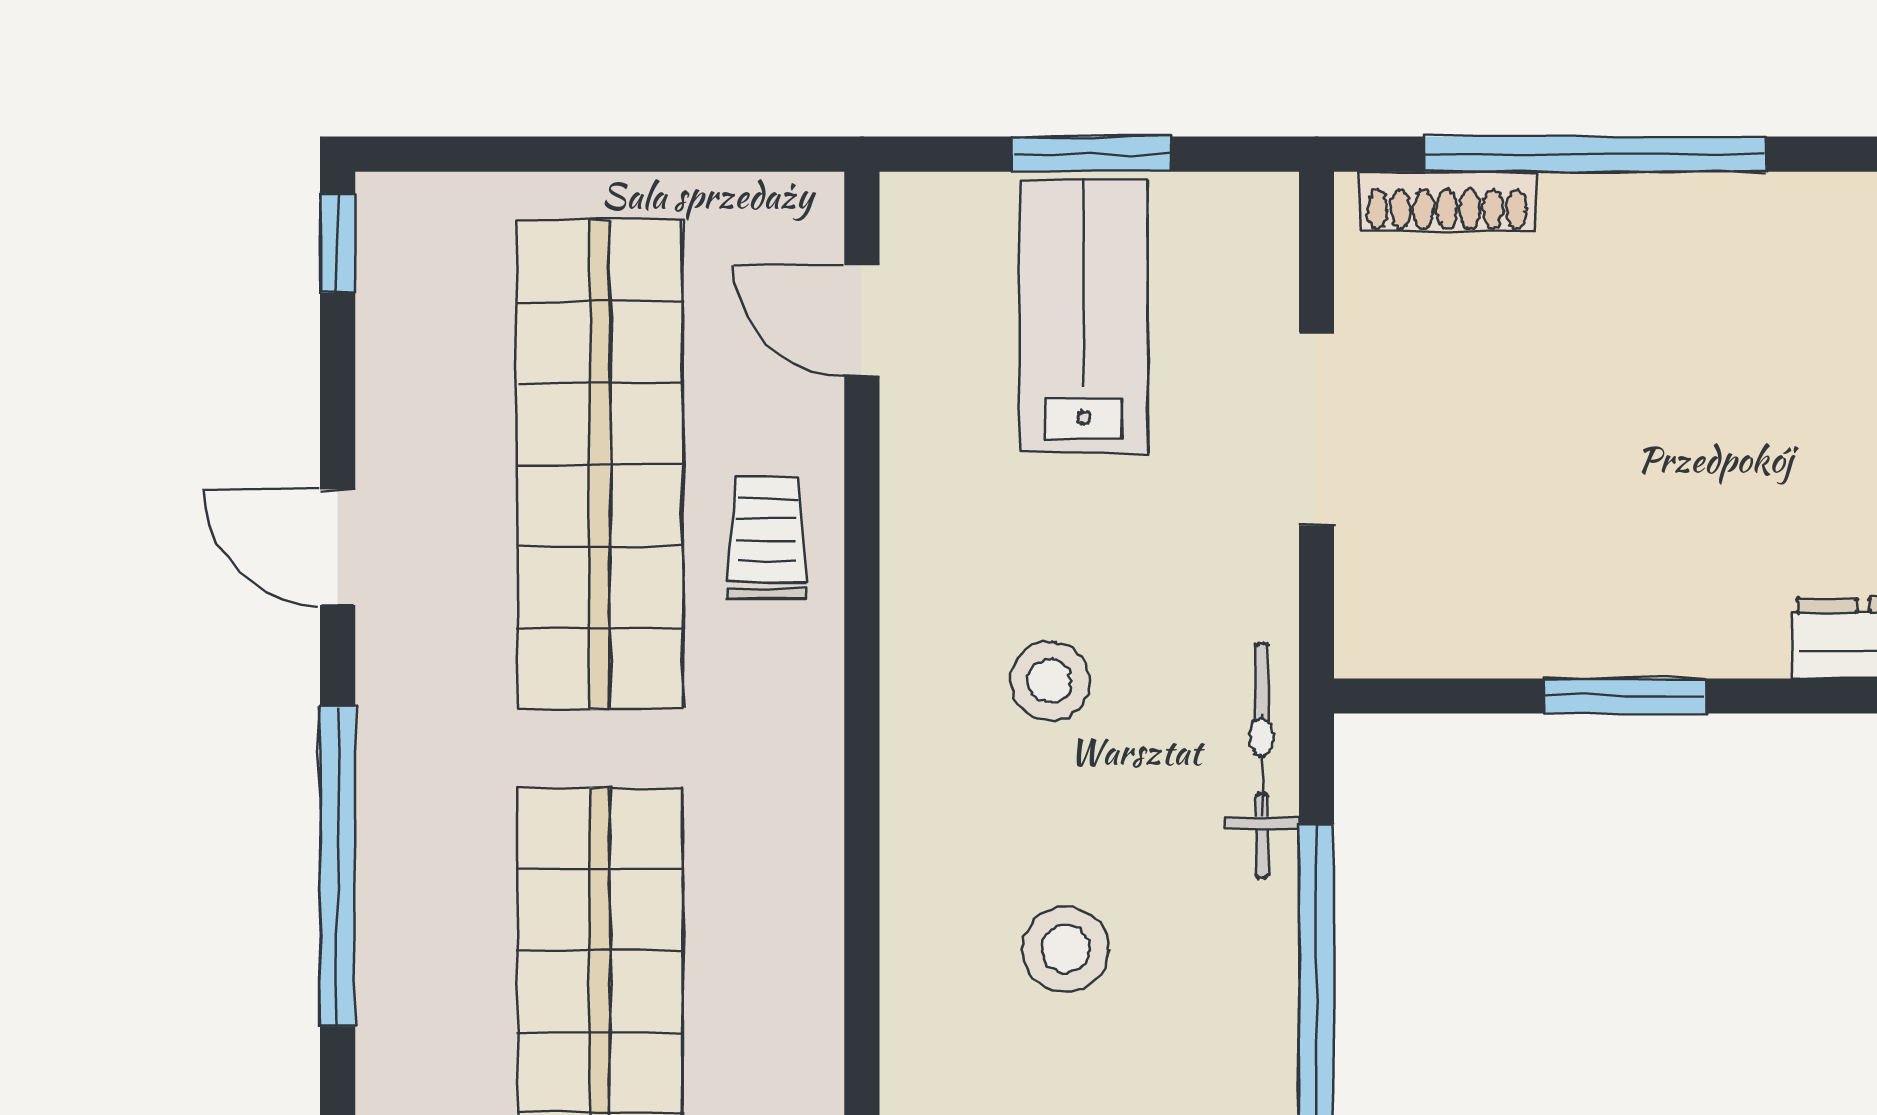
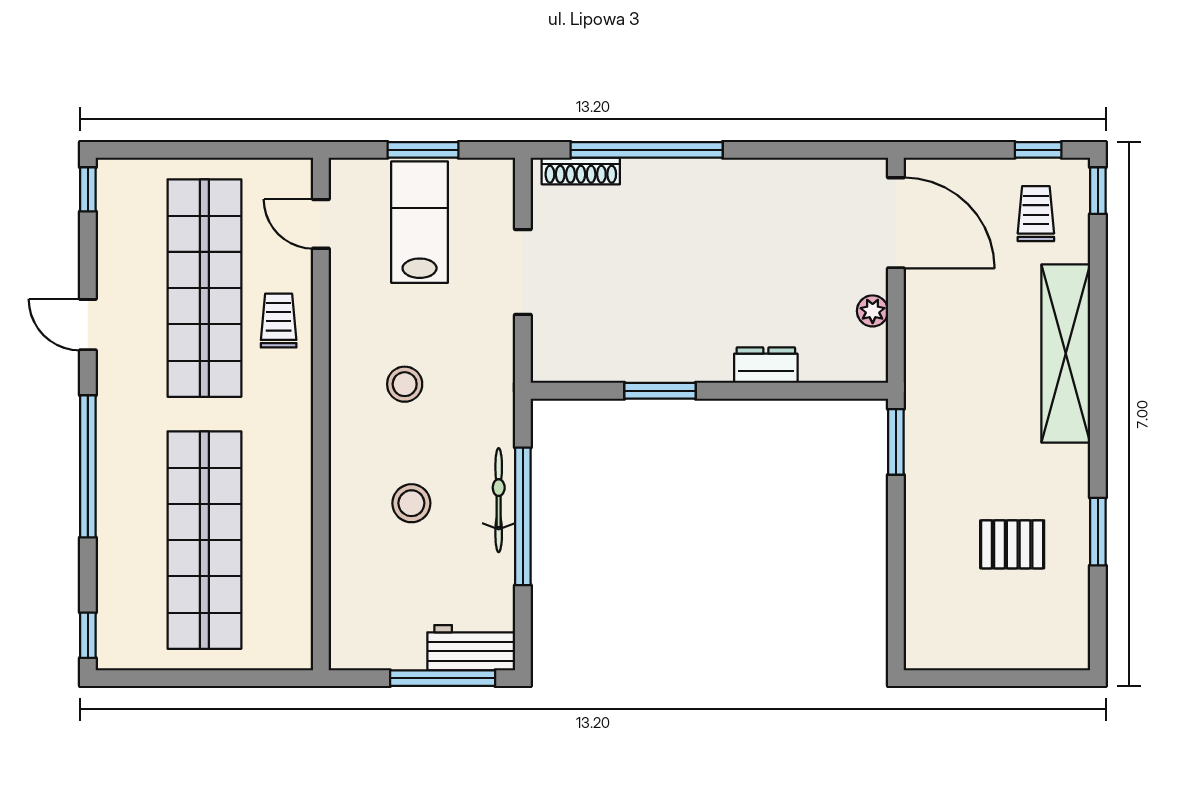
bicycle: (1262, 761) -> (499, 500), moved

